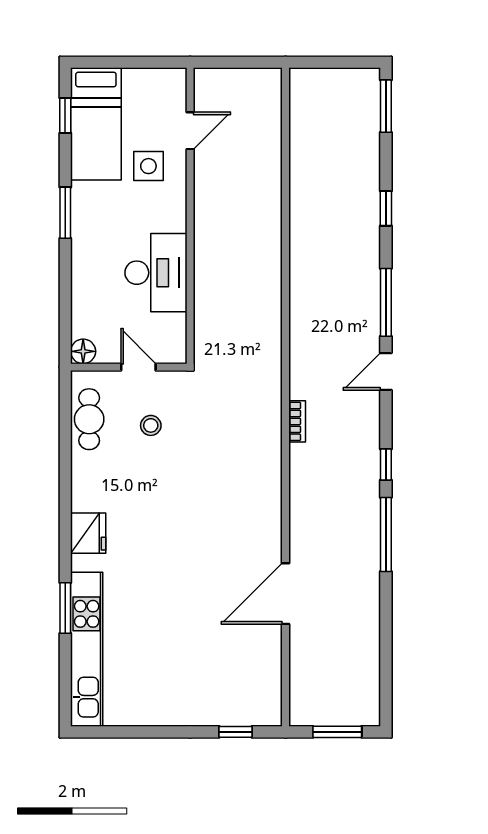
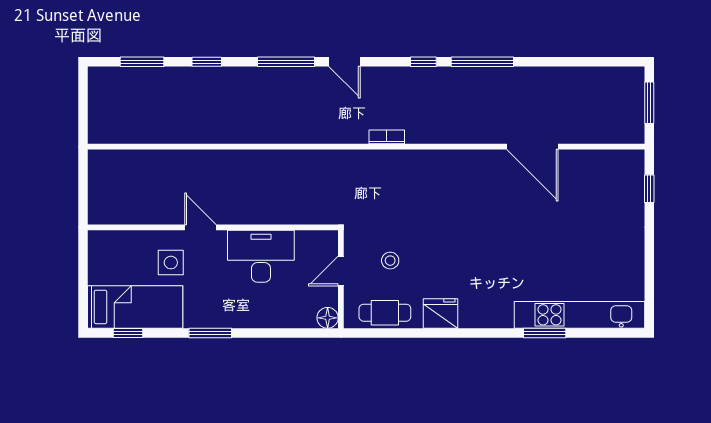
window: (386, 106) -> (142, 62), moved
door: (190, 131) -> (200, 227), moved
fridge: (88, 533) -> (441, 313), moved

